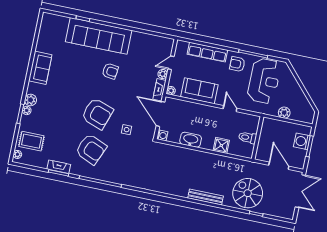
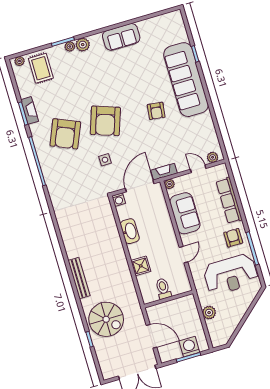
plant: (163, 74) -> (213, 157), moved
door: (279, 166) -> (151, 336), hinge flipped
spiral stairs: (248, 193) -> (106, 319), turned 90

